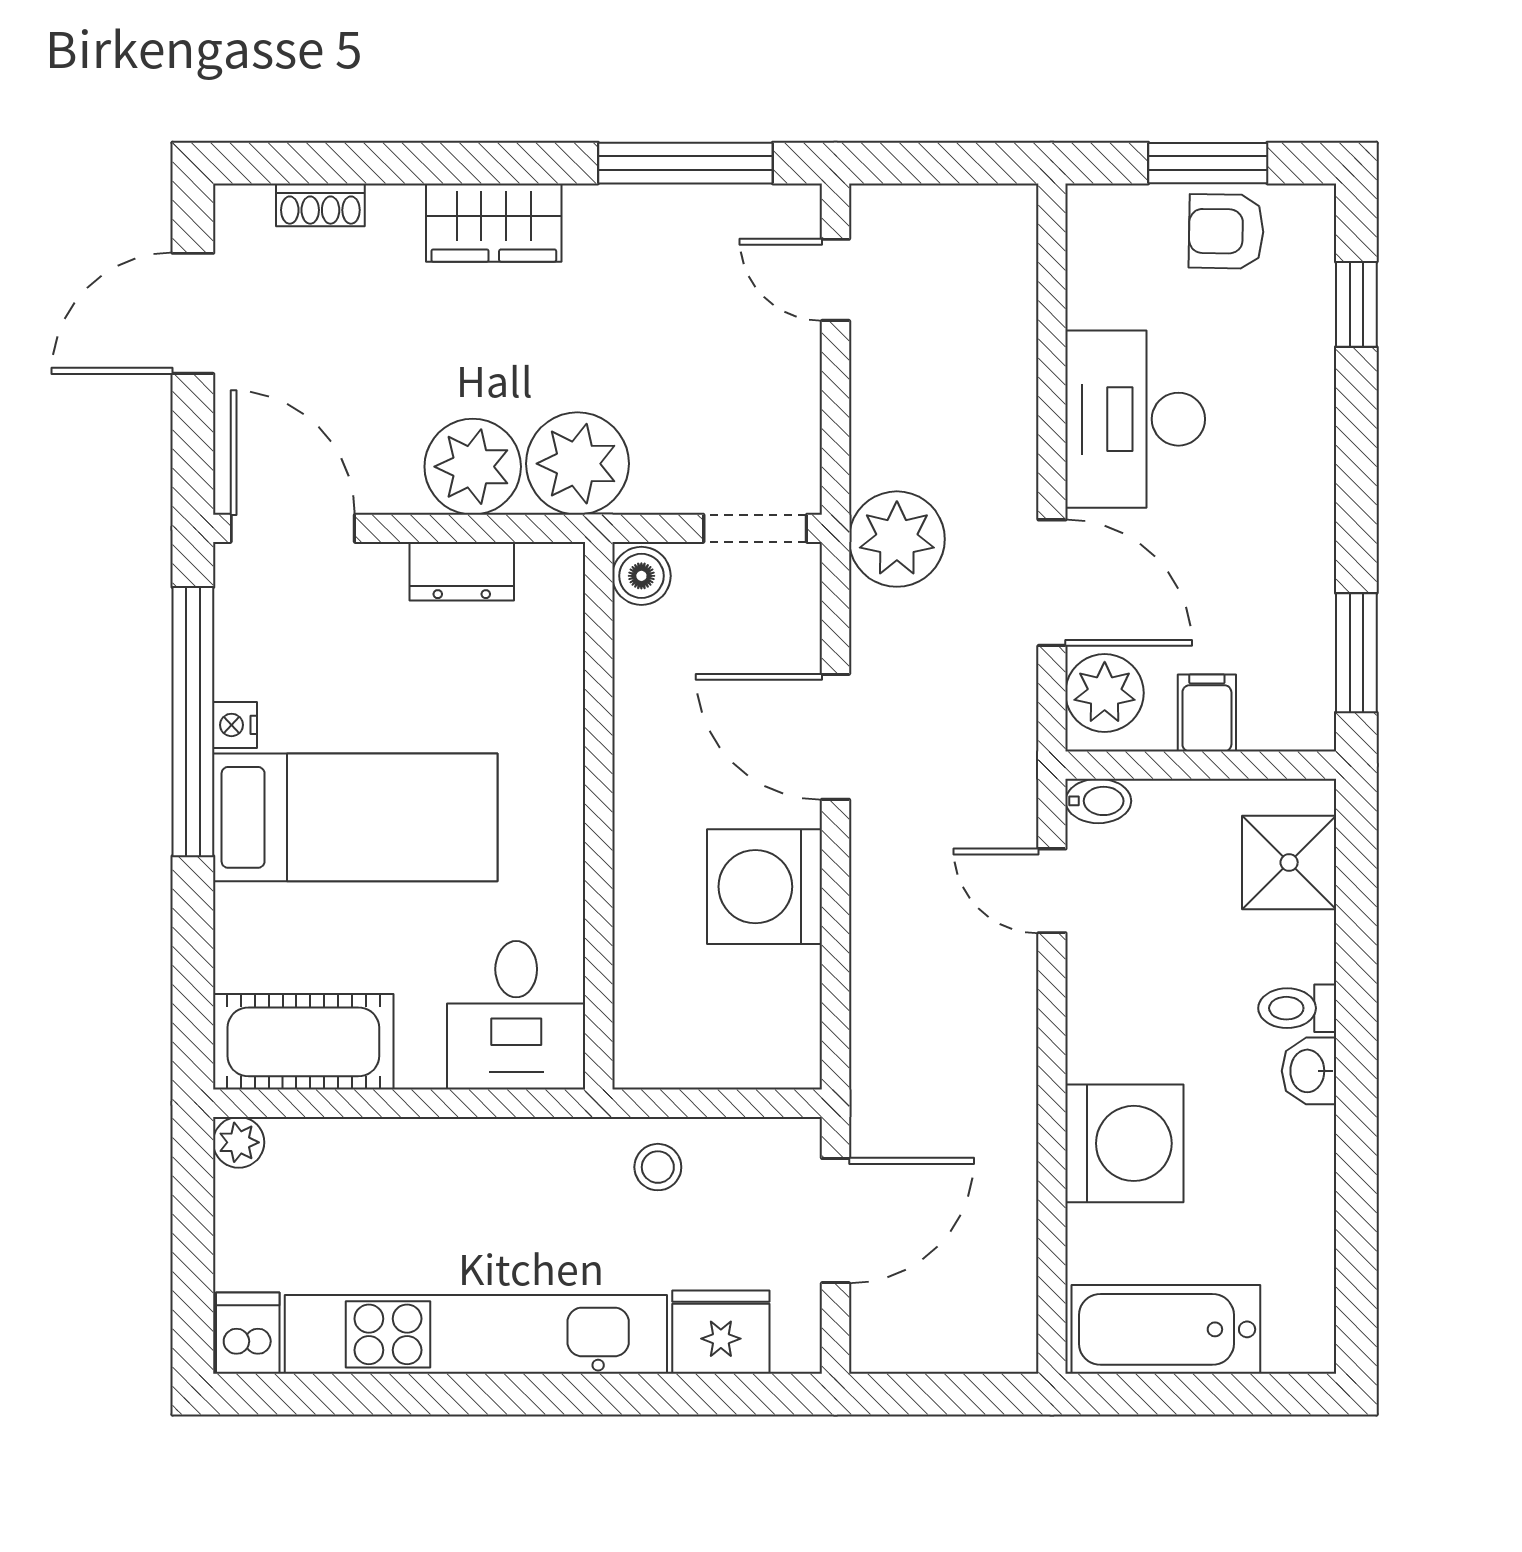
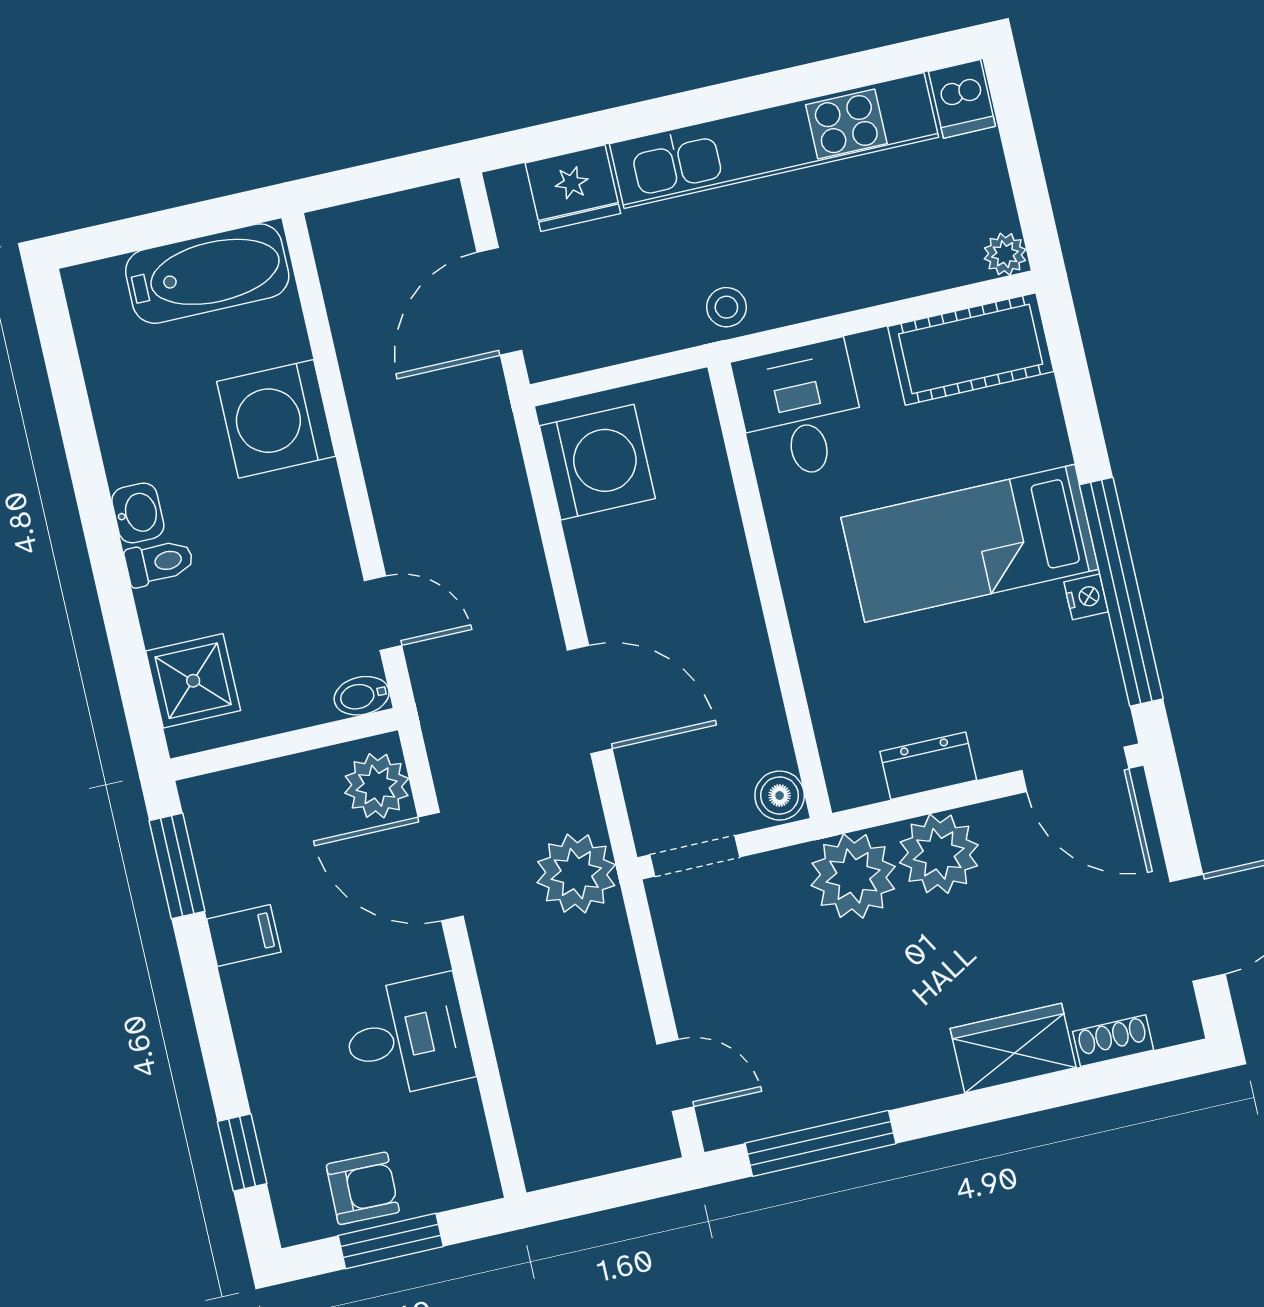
wardrobe: (494, 223) -> (1013, 1048), moved
desk: (1135, 419) -> (407, 1037), width x0.73
filing cabinet: (1207, 713) -> (244, 935), moved, turned -90
washing machine: (765, 887) -> (597, 462), moved
stool: (658, 1167) -> (726, 307), moved

